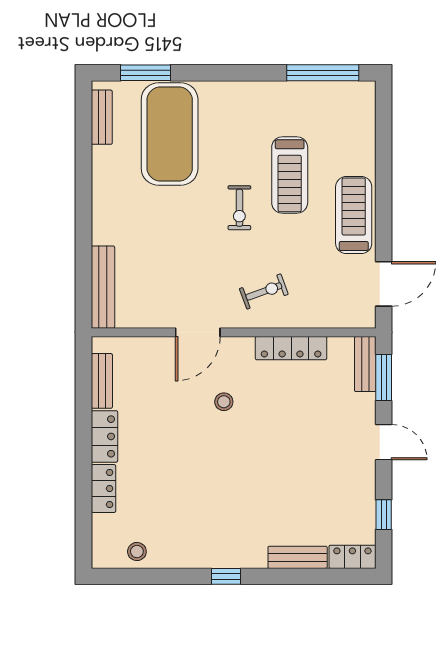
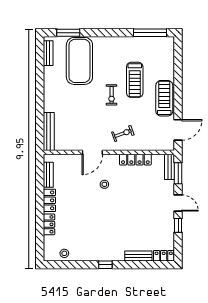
window: (384, 515) -> (178, 225), moved

